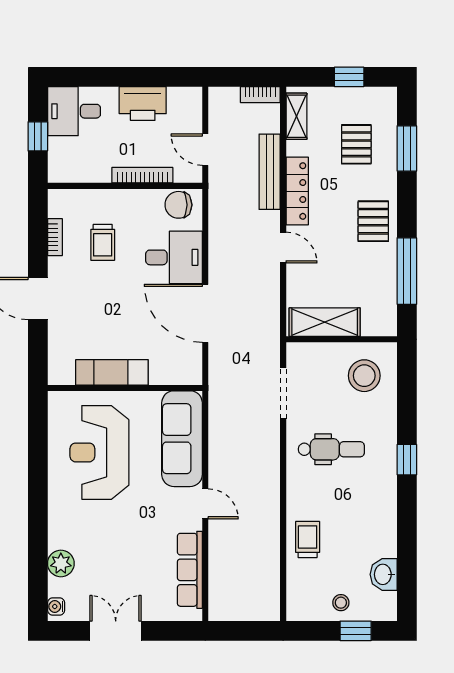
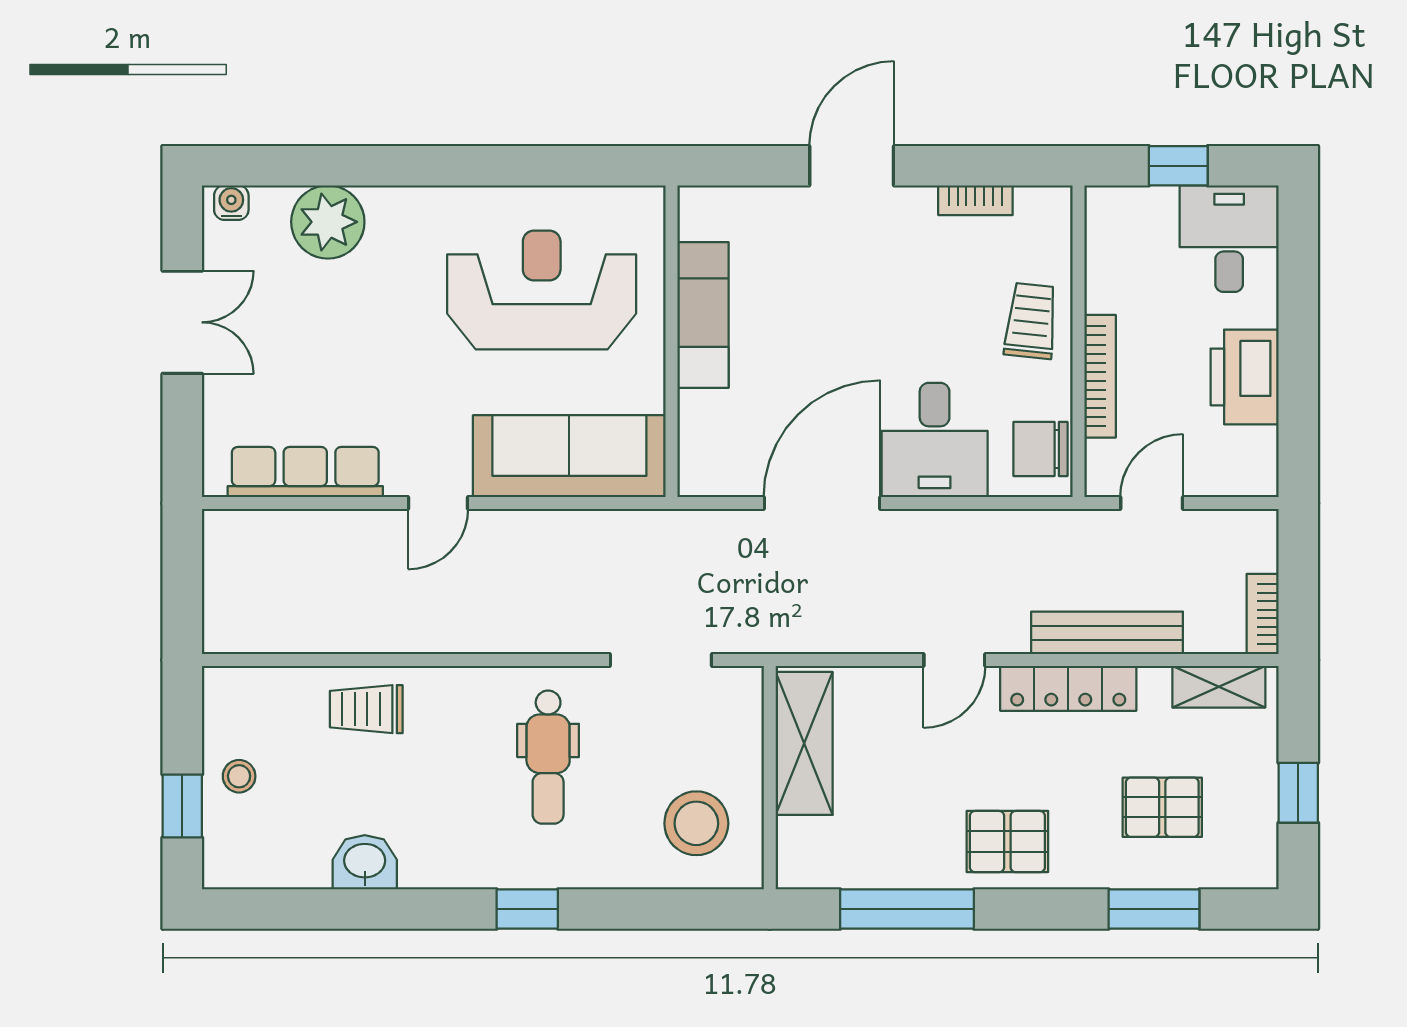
chair: (178, 205) -> (1040, 449), turned -90
trolley: (103, 242) -> (1031, 321), moved, turned 96
trolley: (308, 540) -> (366, 709), turned 180
plant: (61, 563) -> (328, 222), width x1.36, depth x1.36
washbasin: (384, 574) -> (365, 862), moved

